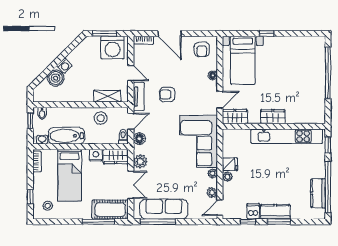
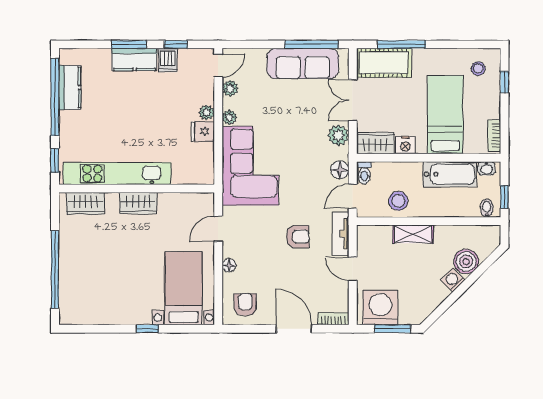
shelving: (107, 96) -> (413, 234), moved
wardrobe: (235, 117) -> (86, 203), moved

